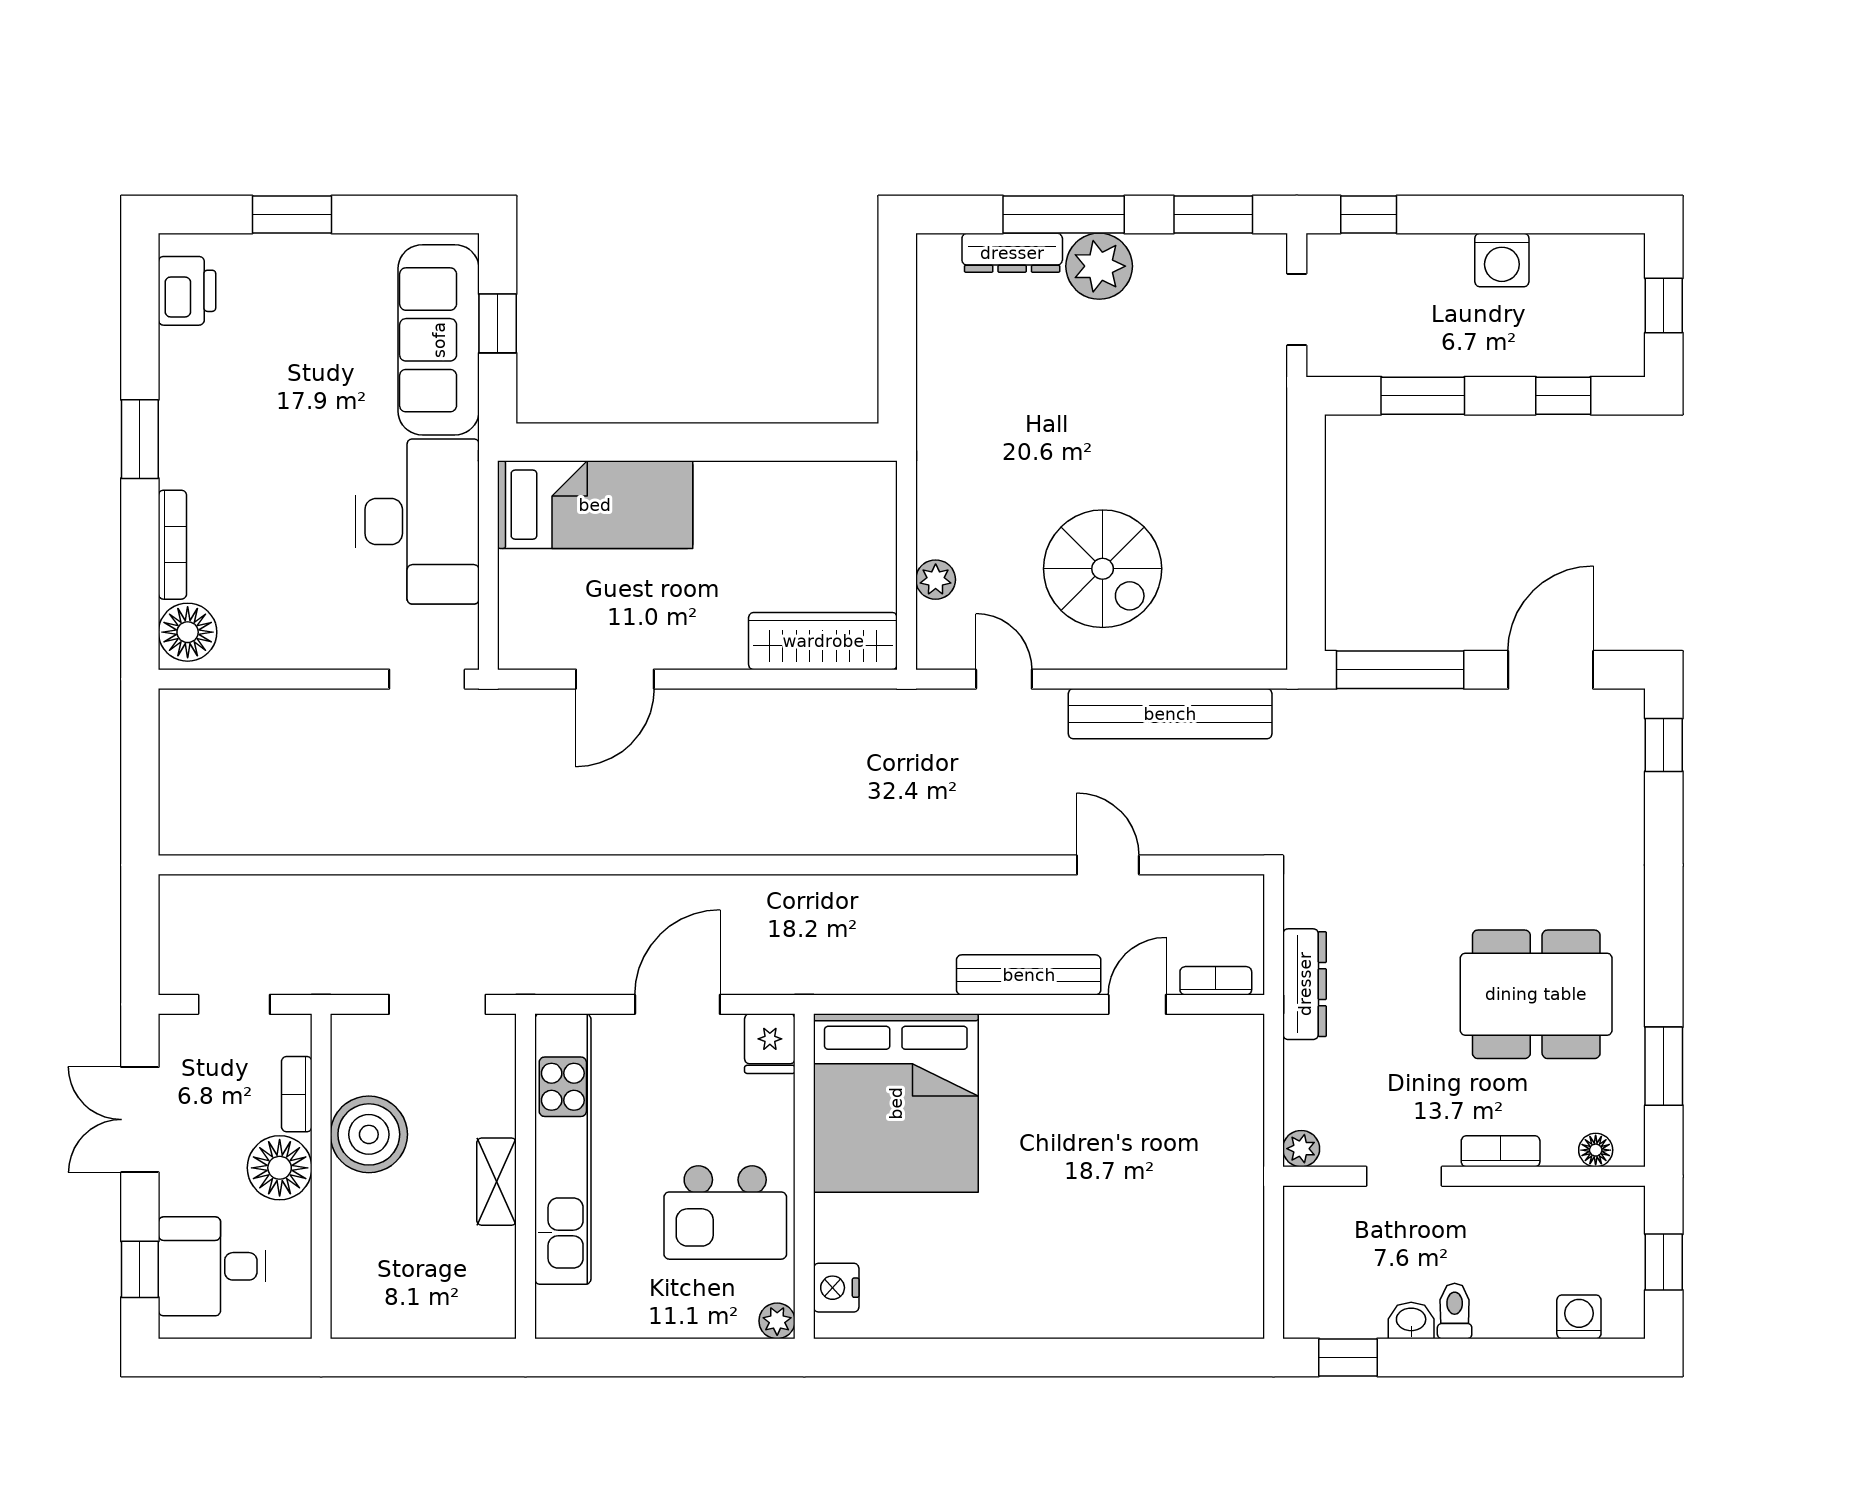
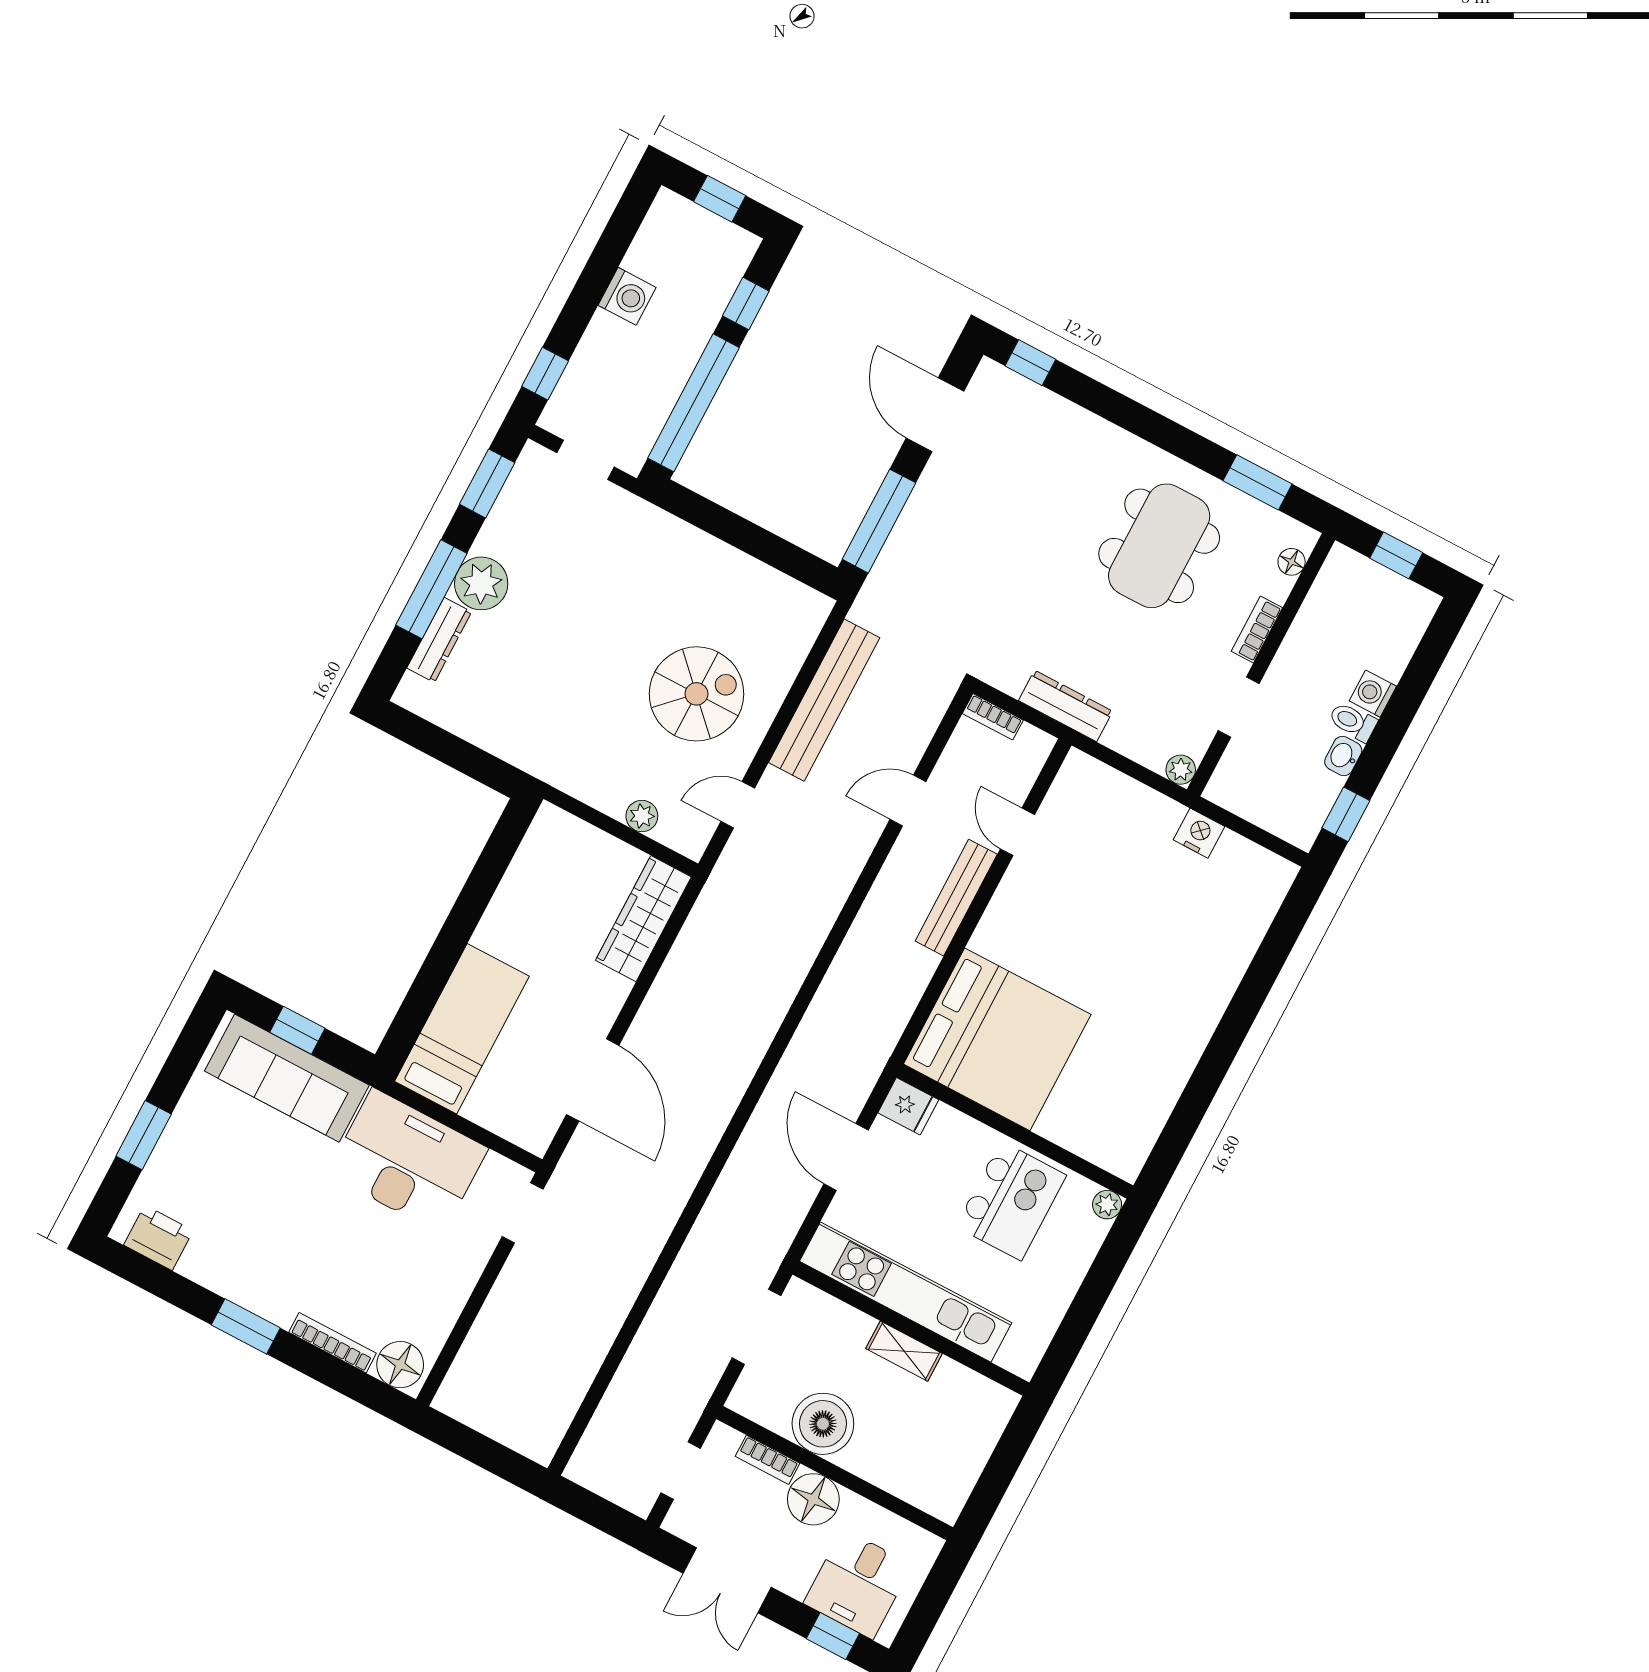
window: (1423, 396) -> (694, 403), width x2.11
door: (615, 679) -> (593, 1080), width x1.36
bookcase: (1216, 981) -> (993, 717), moved, turned -90
nightstand: (836, 1288) -> (1199, 833), moved, turned 180
washing machine: (1579, 1317) -> (1373, 694), moved

